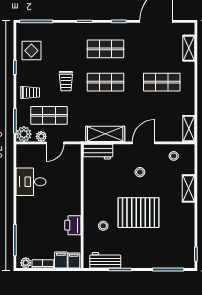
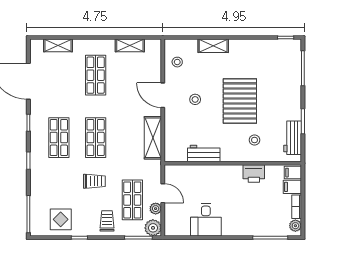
shelving: (189, 128) -> (130, 45), moved
workbench: (98, 152) -> (204, 154), moved, turned -90

